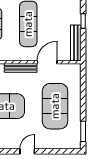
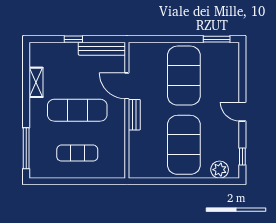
bench: (21, 68) -> (134, 115), width x0.73
exercise mat: (55, 106) -> (184, 76), turned 90

